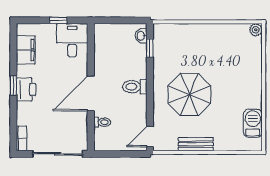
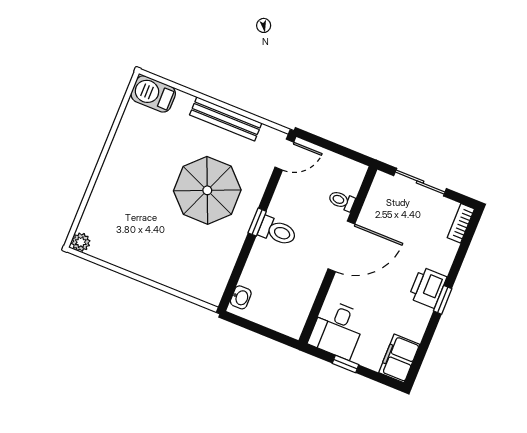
window: (150, 48) -> (257, 222), moved
filing cabinet: (26, 50) -> (399, 358), moved
barbecue: (253, 123) -> (153, 94), moved, turned 90
bench: (196, 144) -> (226, 119), width x1.36
sliding door: (58, 154) -> (420, 182), width x0.73

